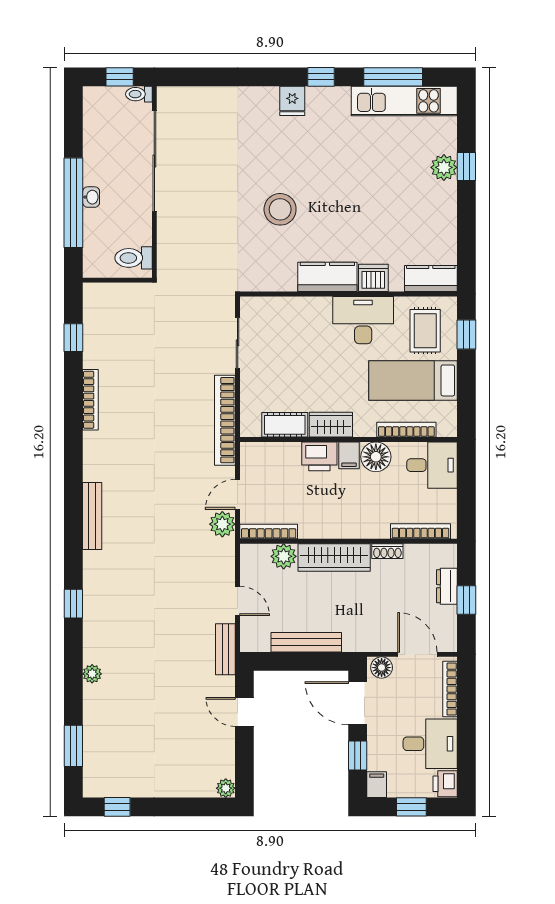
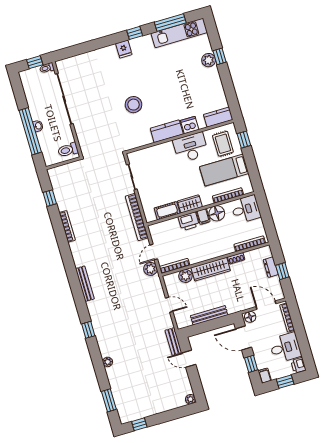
bench: (225, 649) -> (173, 341), moved

